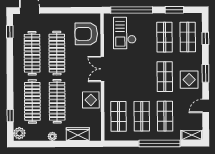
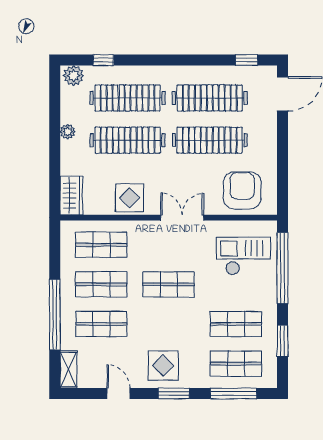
window: (205, 38) -> (234, 393), width x2.17
shop shelf: (165, 77) -> (169, 284), moved
wardrobe: (78, 134) -> (71, 196), moved

